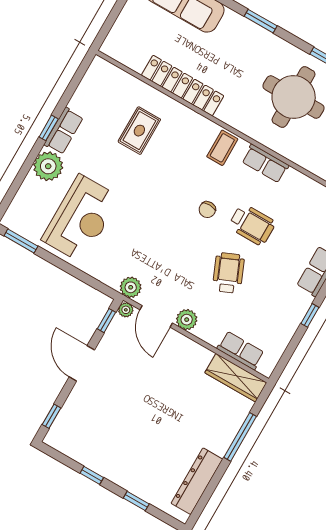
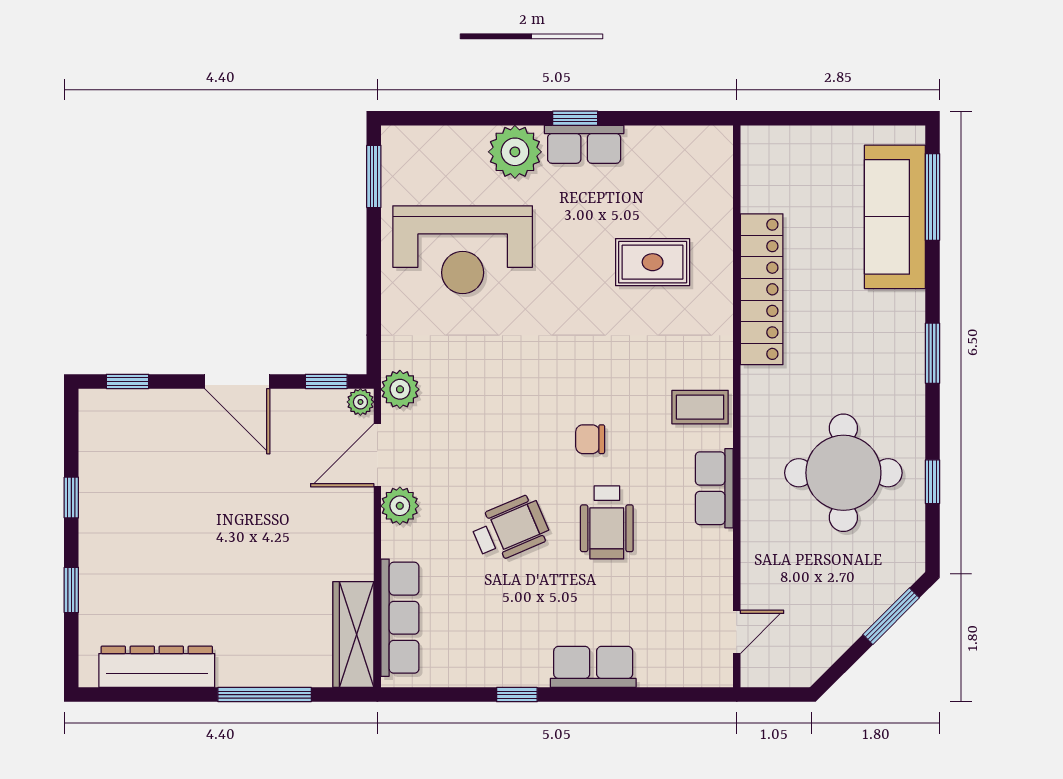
row of seats: (241, 351) -> (400, 618), width x1.48
door: (82, 363) -> (237, 381), swing flipped

